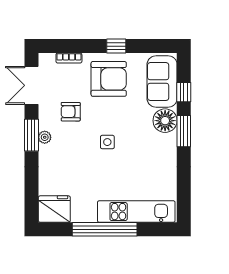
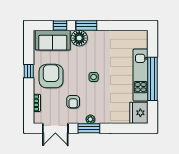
kitchen unit: (136, 212) -> (141, 75), moved

